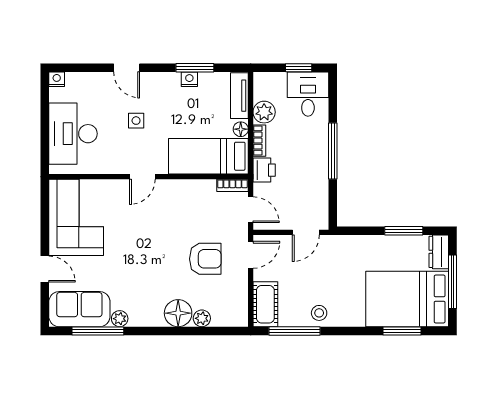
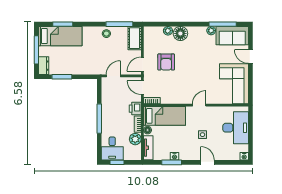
armchair: (205, 259) -> (166, 62), turned -90
bed: (407, 299) -> (60, 36), width x0.67

